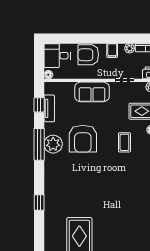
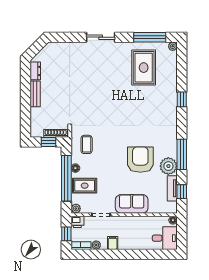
armchair: (88, 55) -> (135, 239), removed
coffee table: (124, 142) -> (87, 144), moved
plant: (53, 144) -> (168, 166), moved

